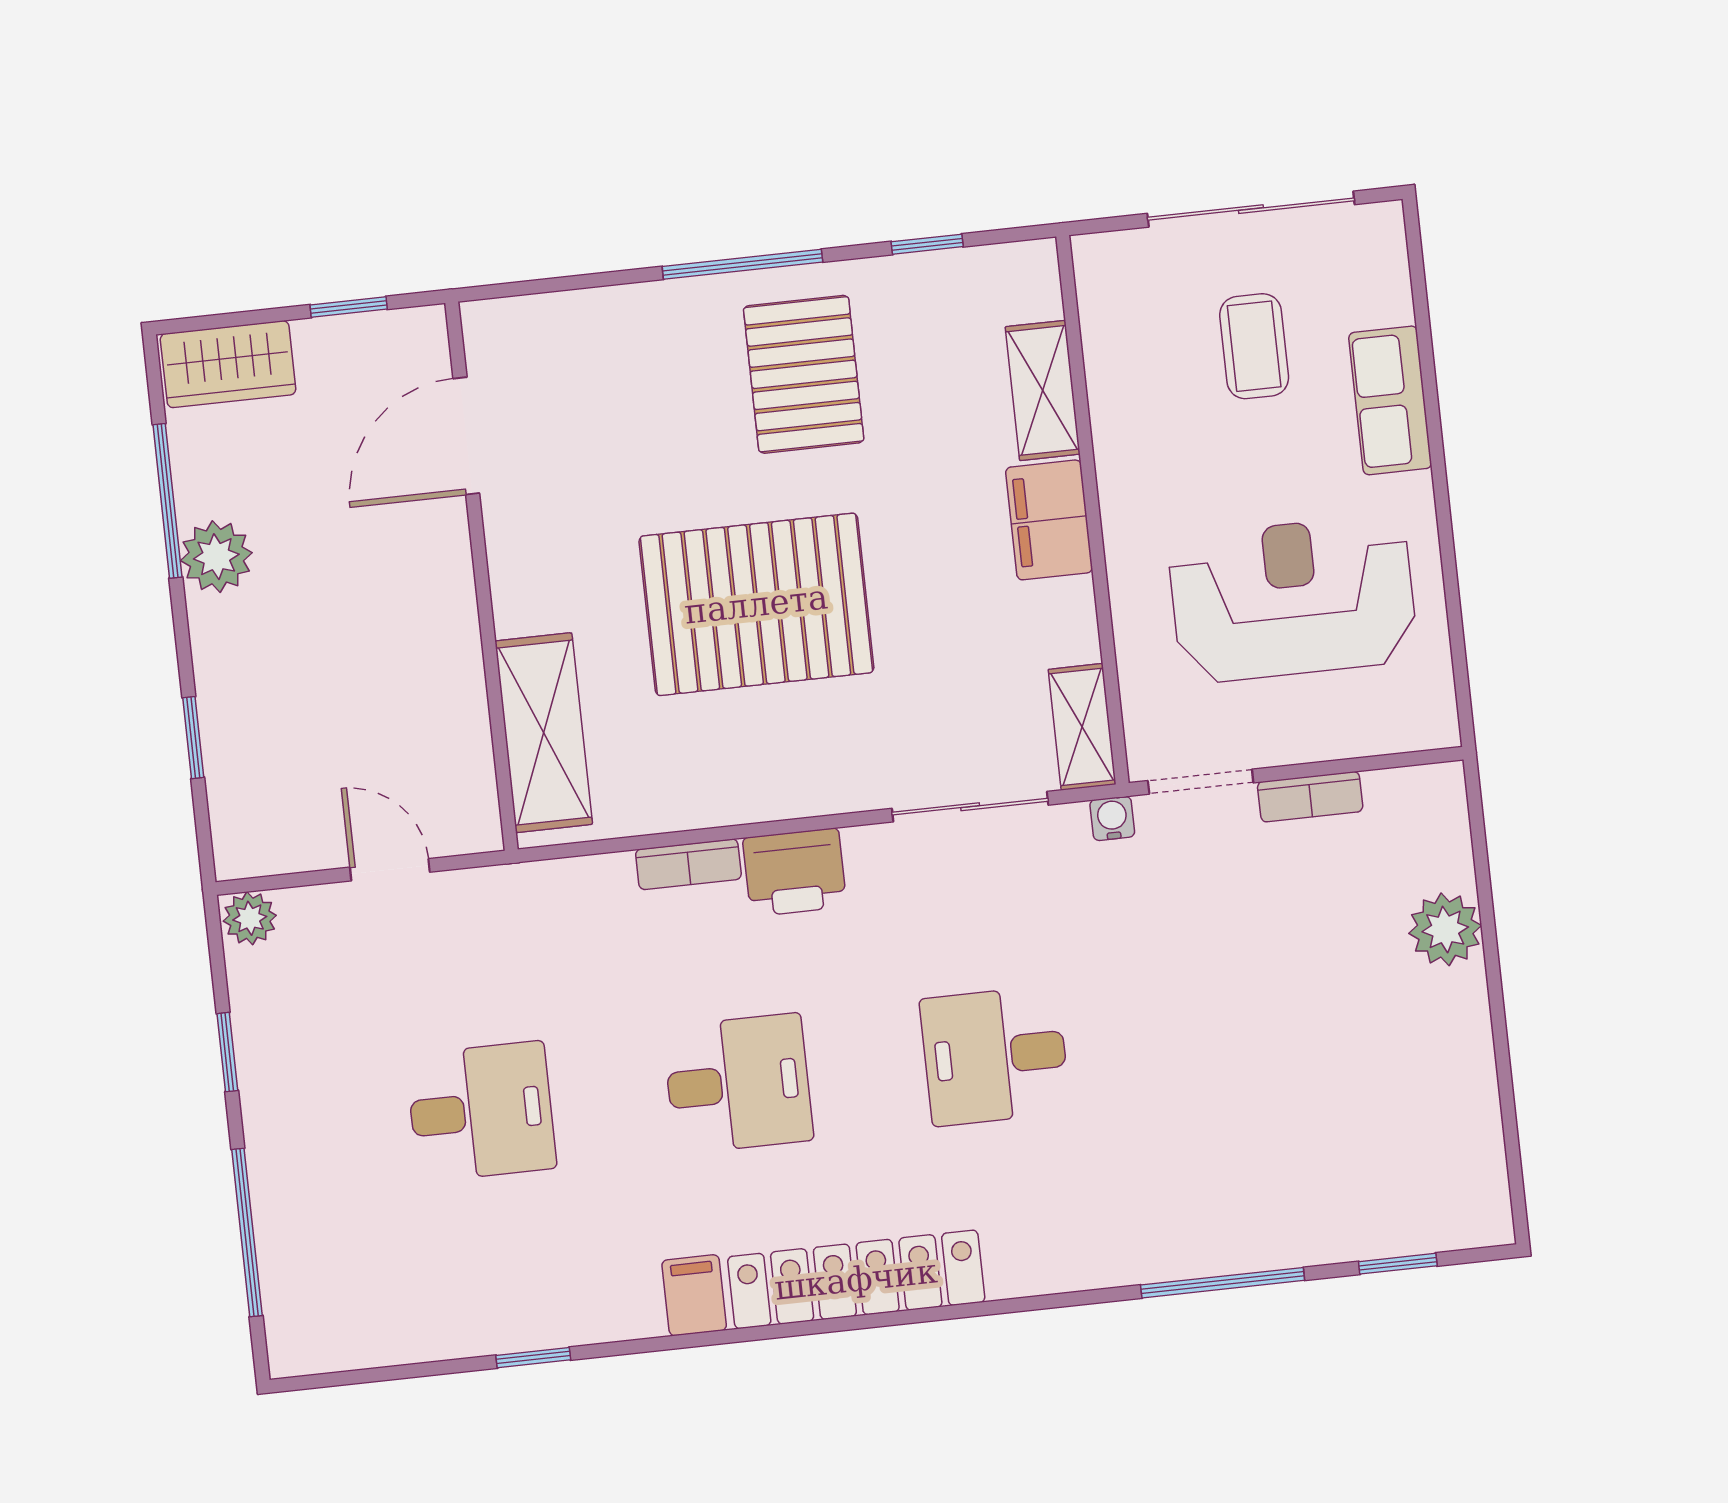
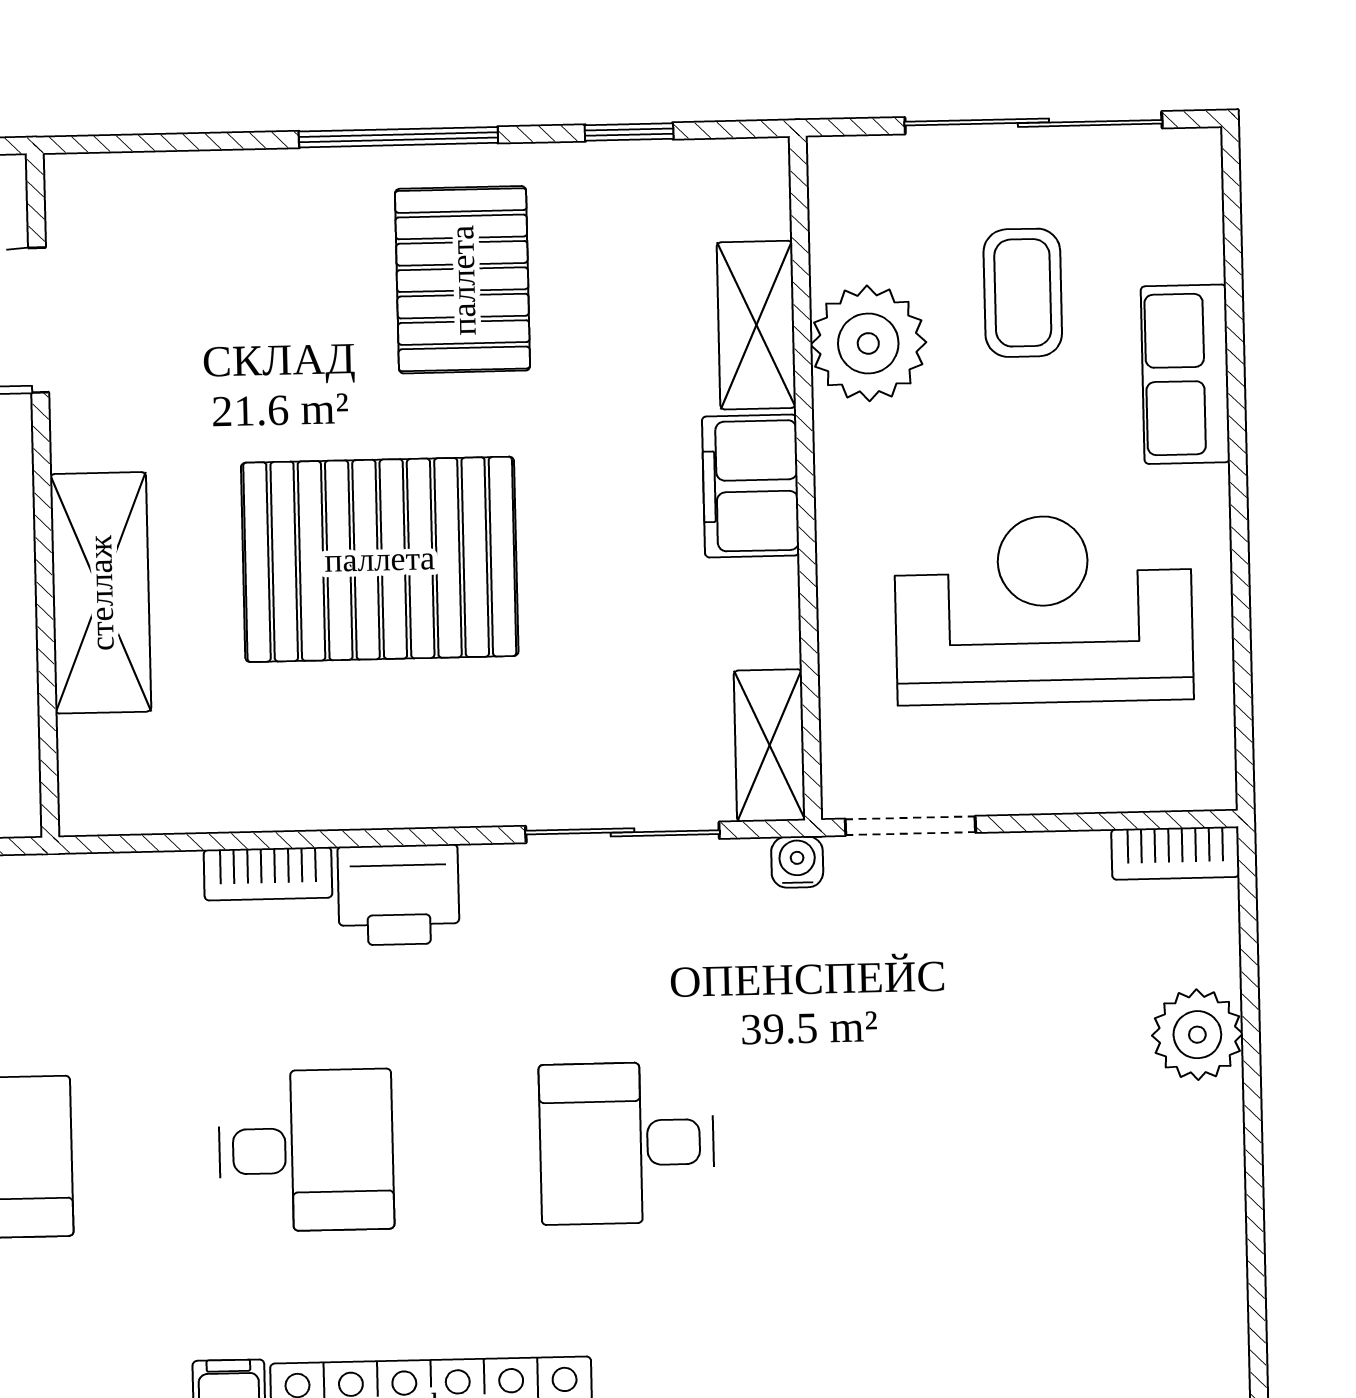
plant: (1134, 398) -> (868, 343), added
shelving: (544, 733) -> (101, 593), moved
bookcase: (1310, 797) -> (1175, 853), moved

